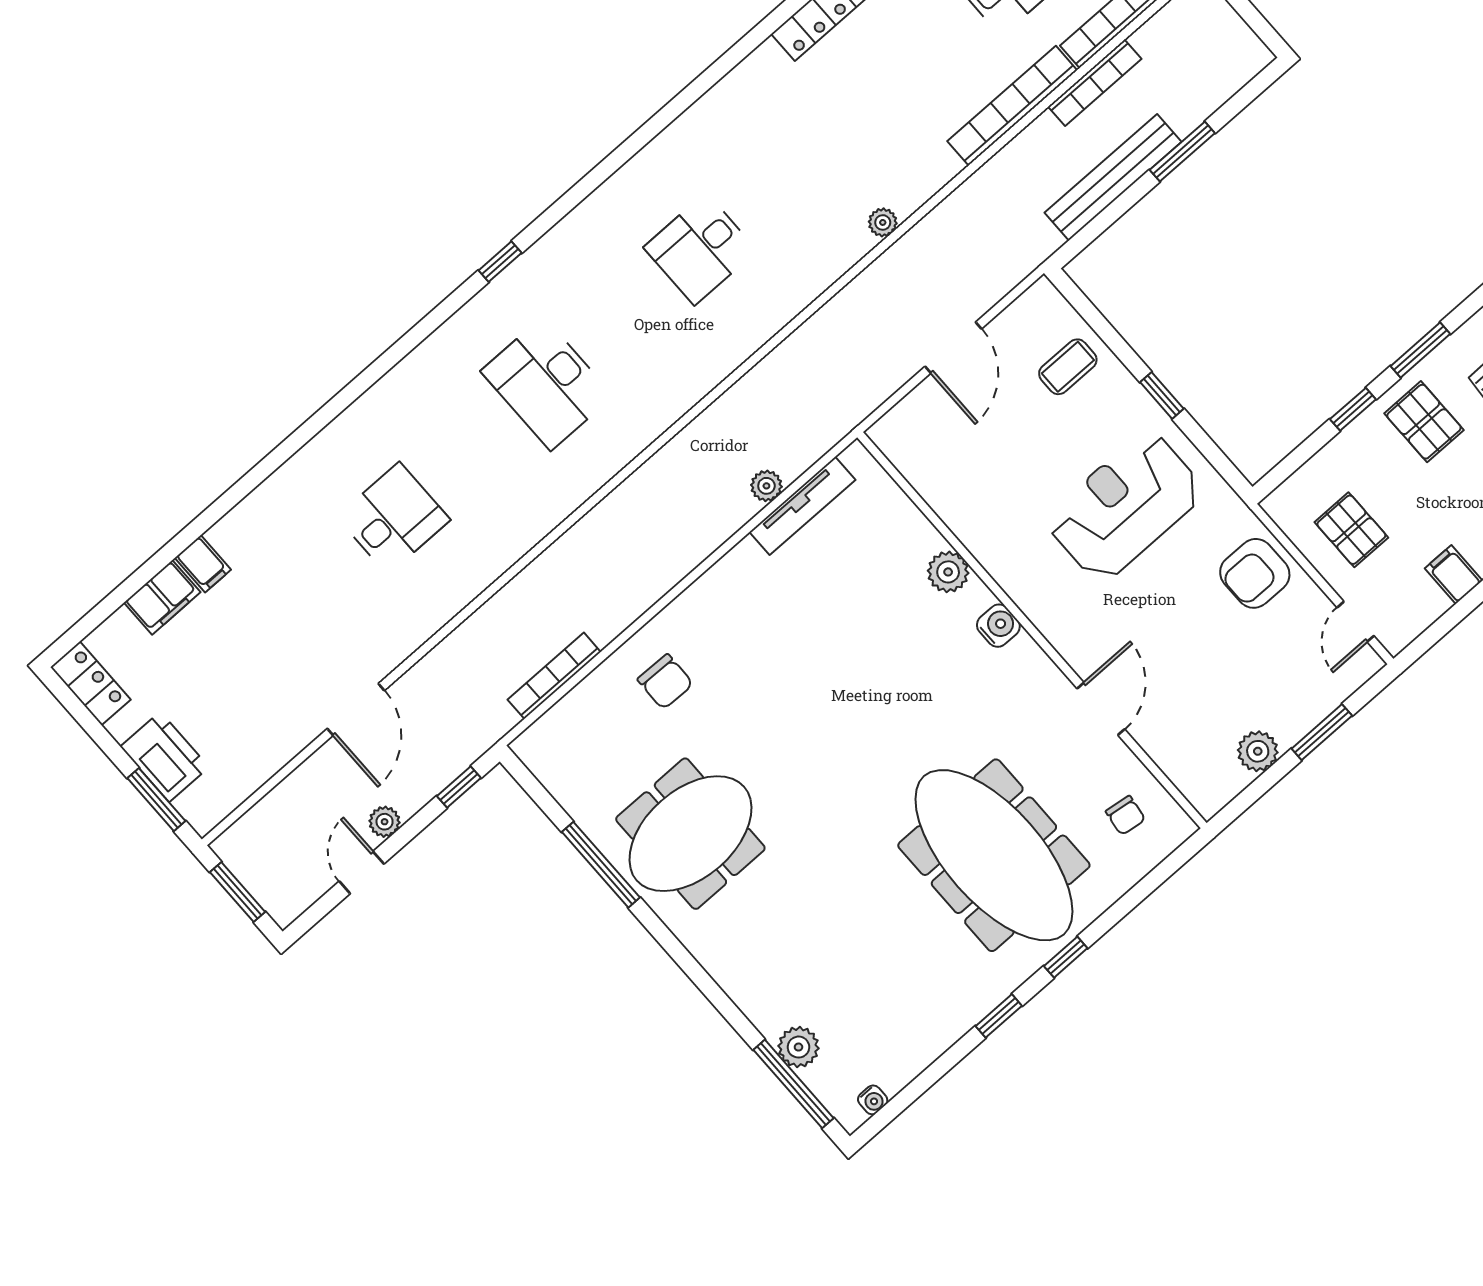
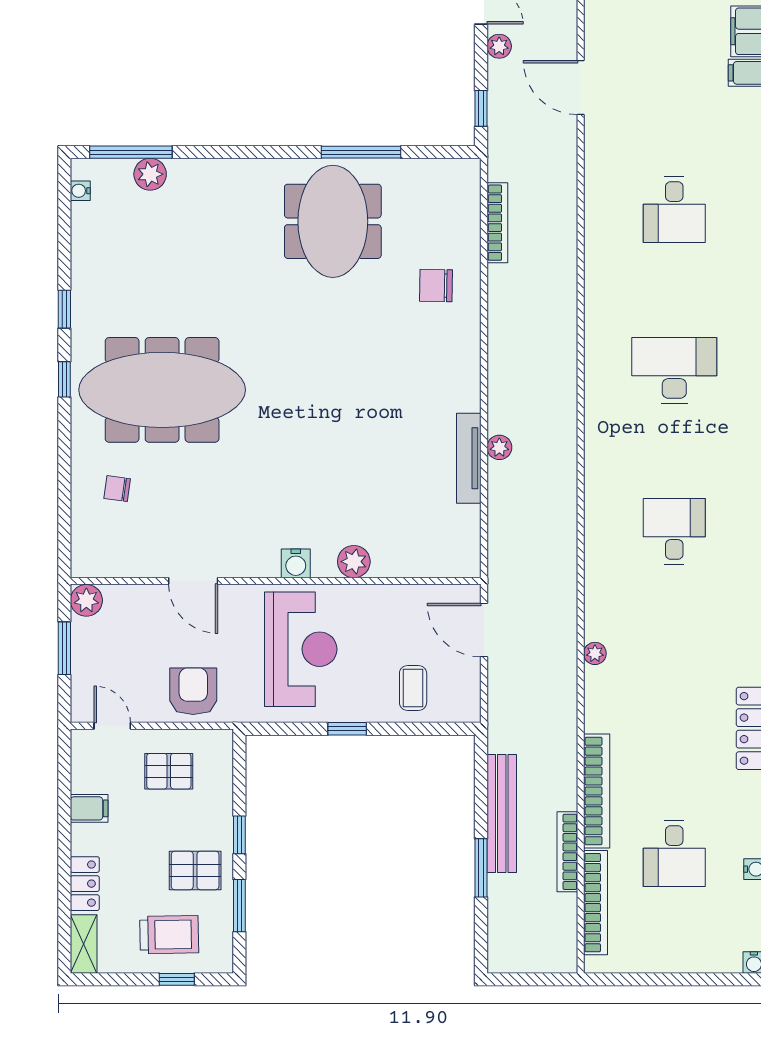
plant: (948, 572) -> (354, 562), moved
water cooler: (998, 626) -> (296, 563), moved
wall: (1032, 630) -> (276, 581), moved
door: (1101, 709) -> (193, 581), moved

